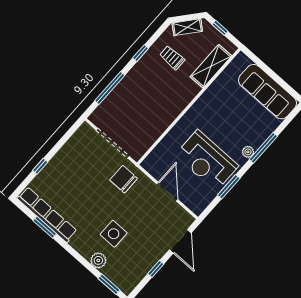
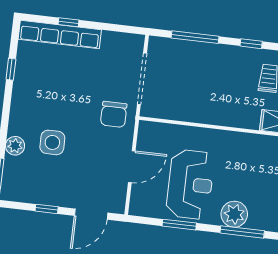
plant: (248, 152) -> (234, 214), width x1.88, depth x1.88
reception desk: (207, 160) -> (190, 184), turned 180
chair: (124, 179) -> (114, 114), turned 180
row of seats: (47, 215) -> (60, 35), moved, turned 90
window: (45, 227) -> (11, 69), width x0.67

